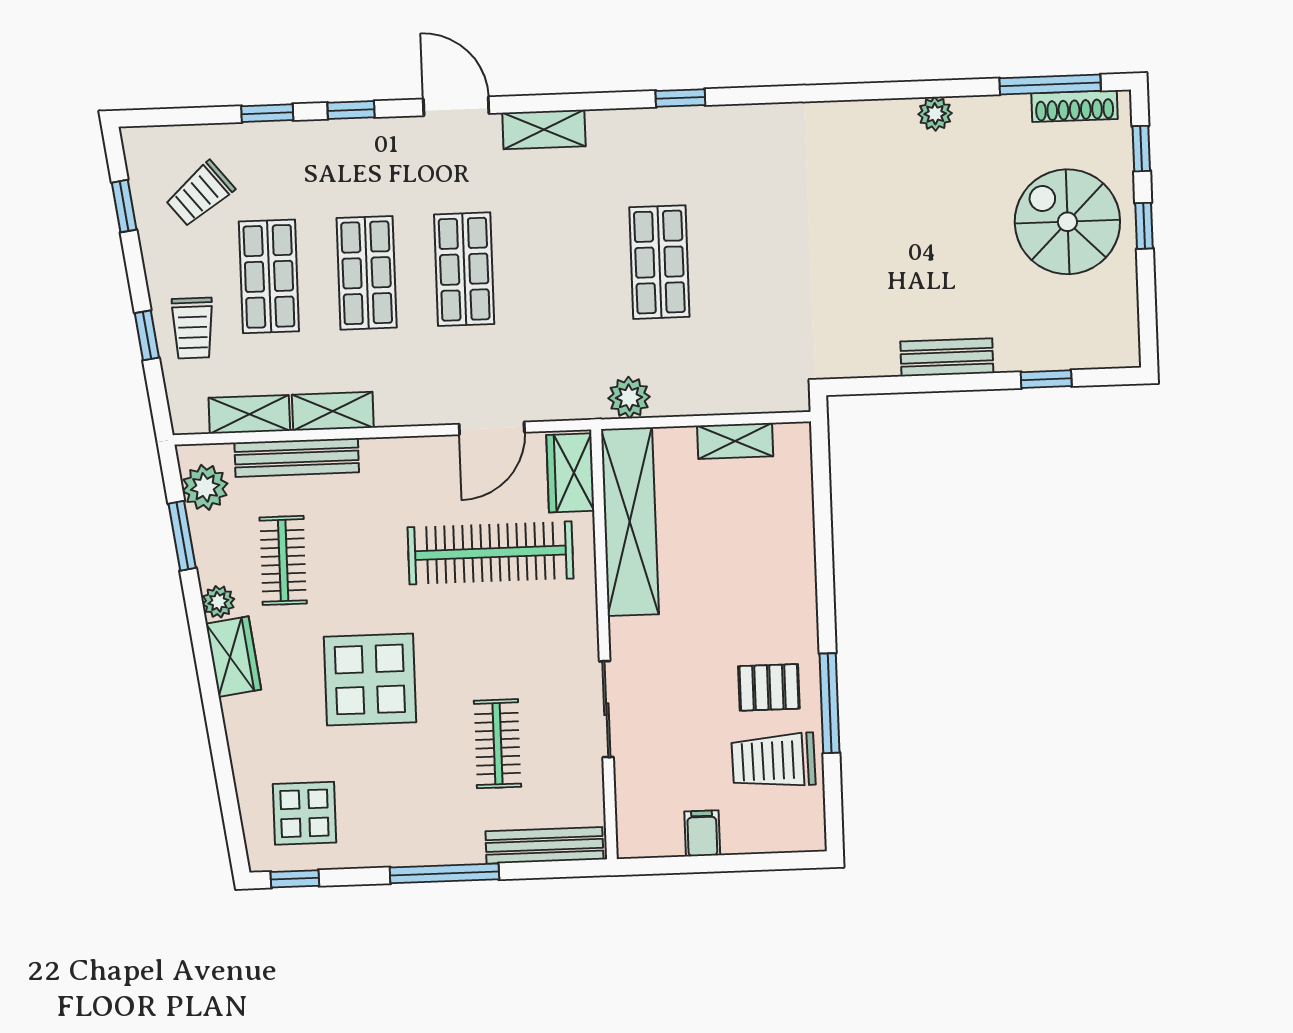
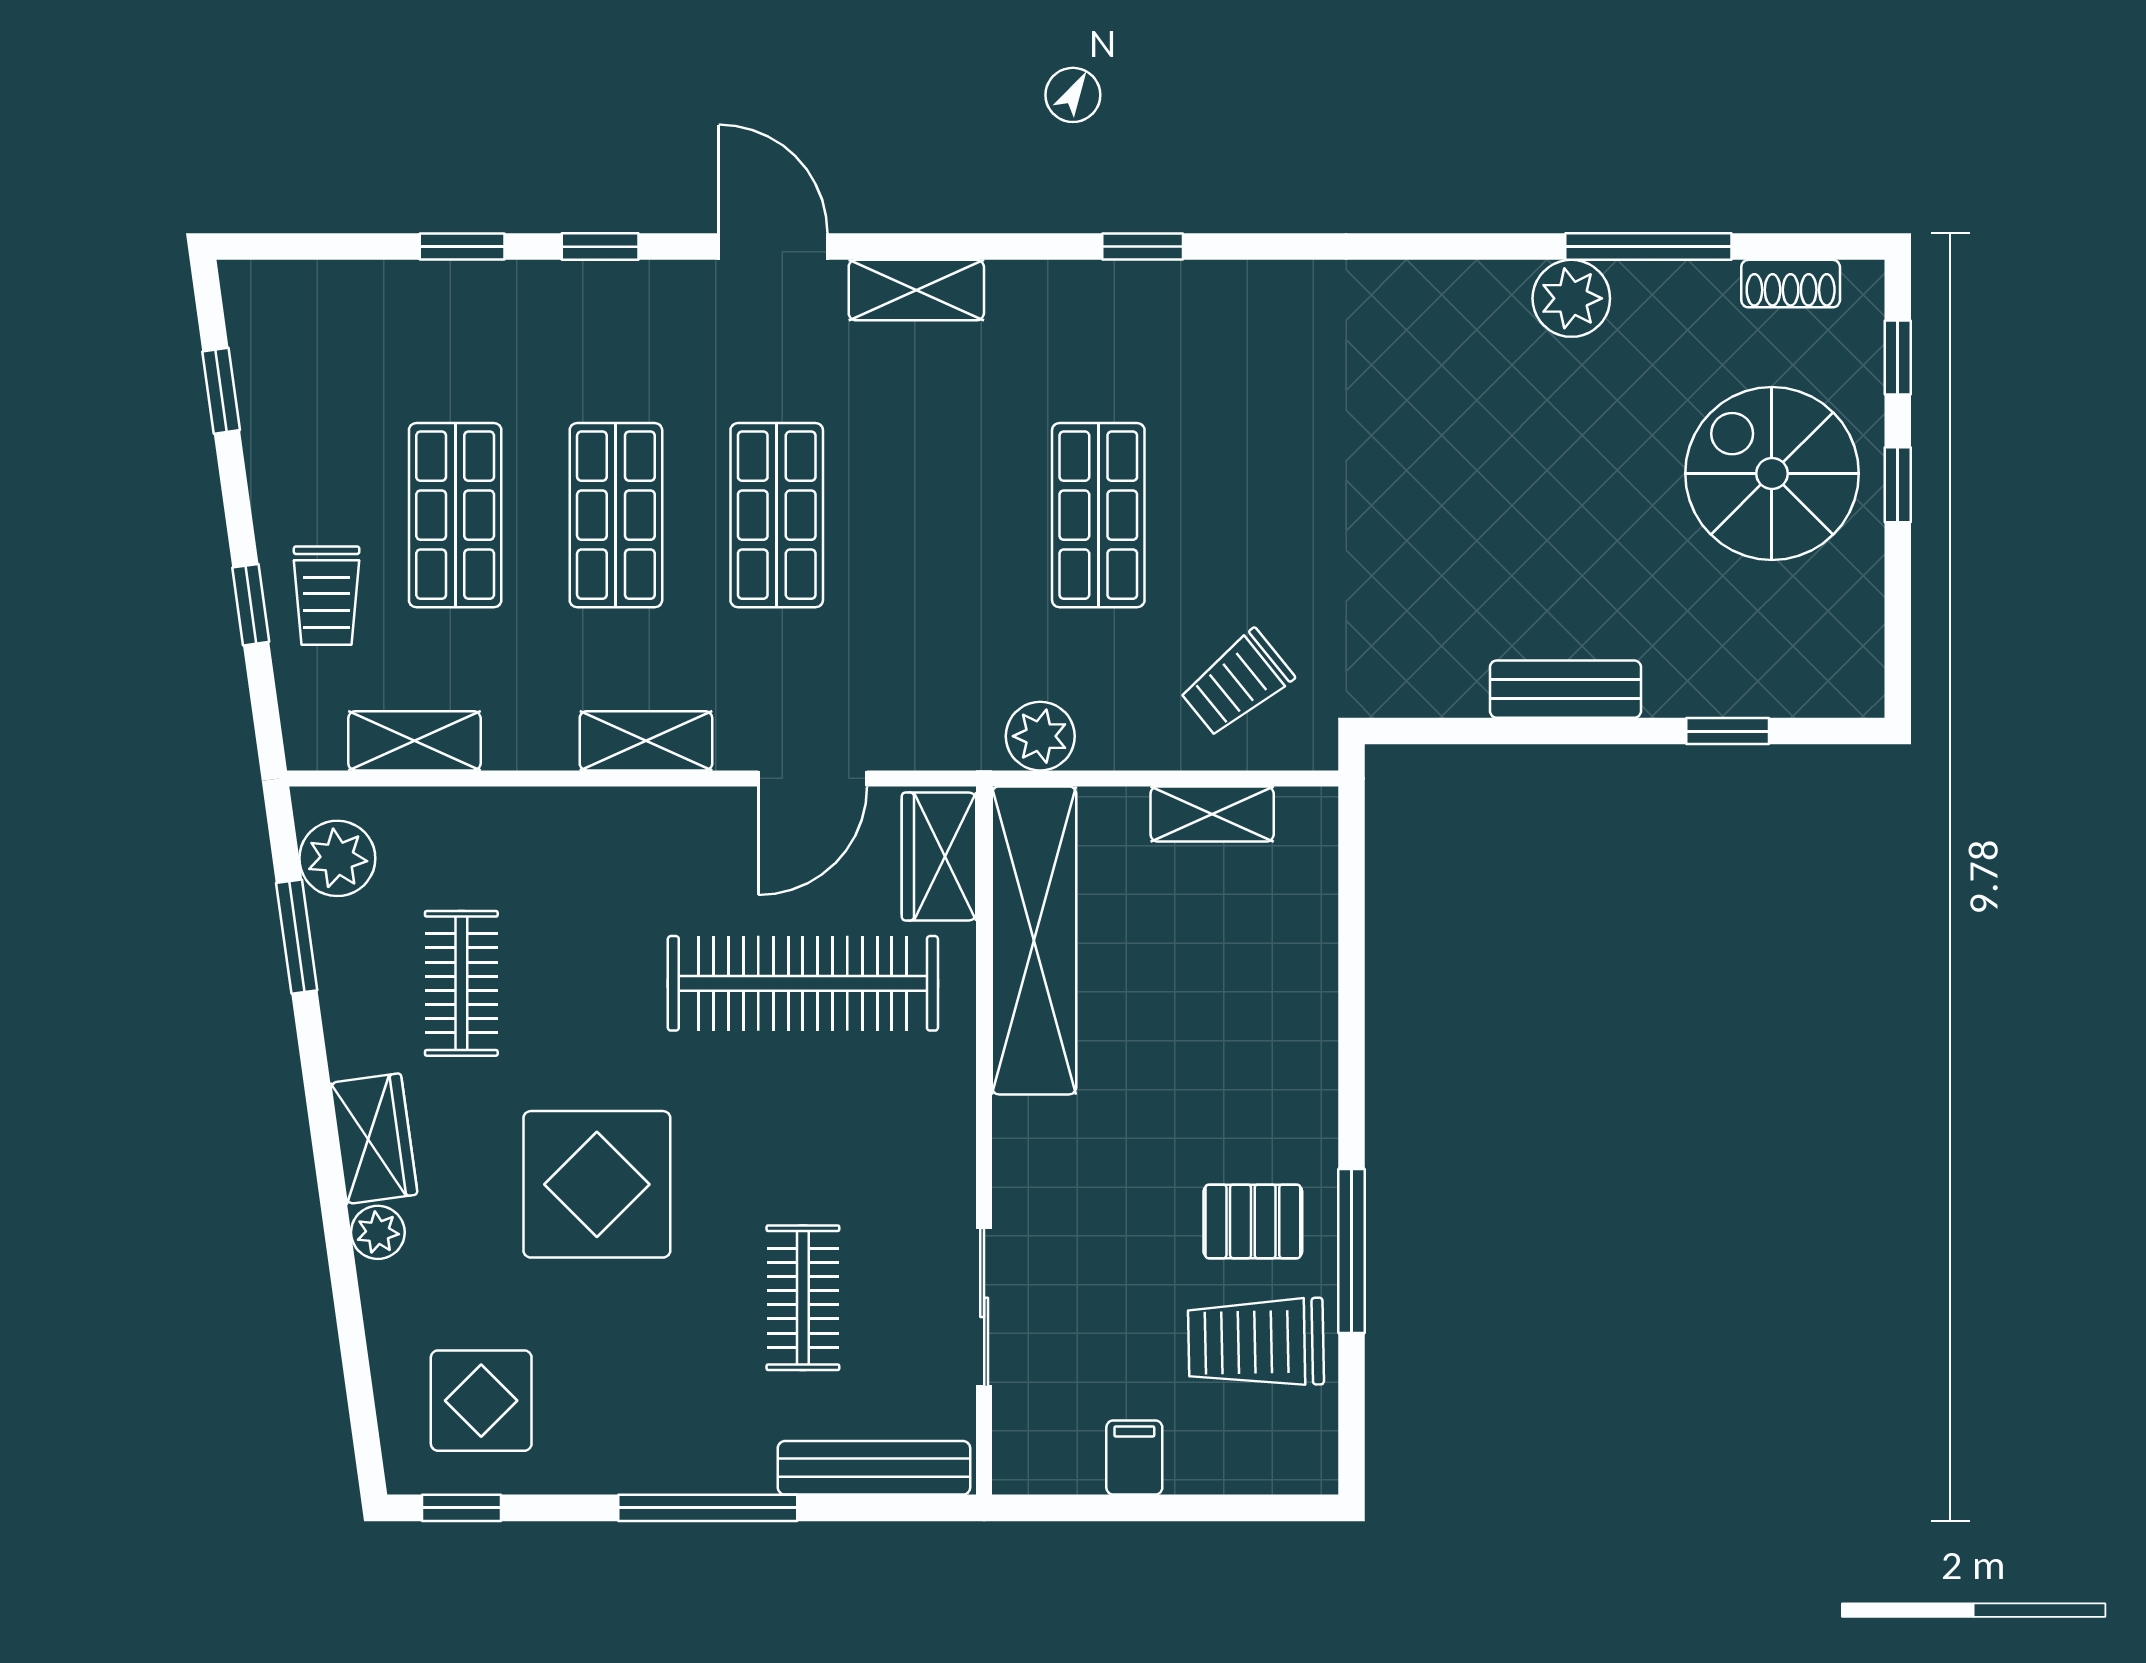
window: (1050, 84) -> (1648, 247), moved
shoe rack: (1074, 106) -> (1791, 284), width x0.70
plant: (935, 114) -> (1571, 298), width x1.38, depth x1.38
trolley: (200, 194) -> (1237, 683), moved
shelving: (333, 411) -> (646, 741), moved
bench: (297, 457) -> (490, 815), removed
plant: (218, 602) -> (378, 1232), moved
sliding door: (606, 709) -> (984, 1307), moved

